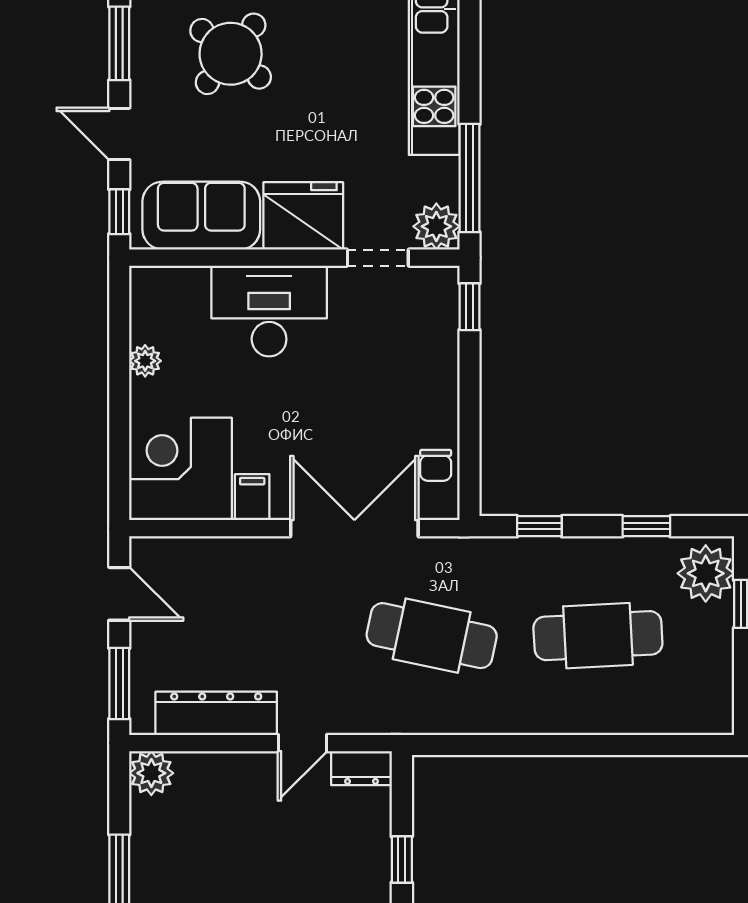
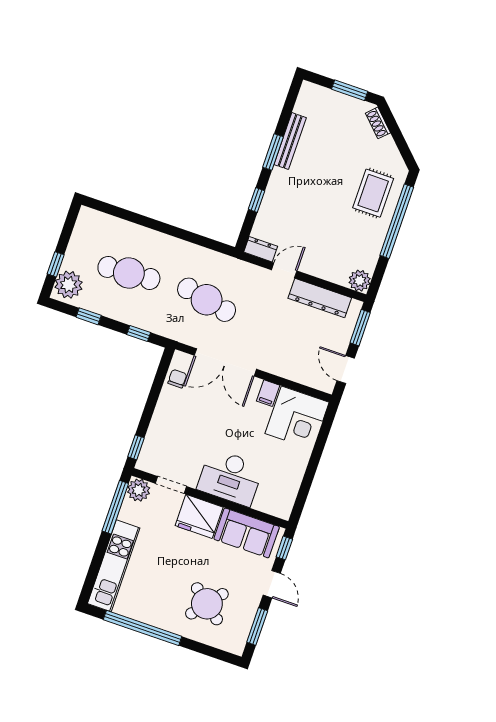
plant: (145, 361) -> (296, 474), removed

